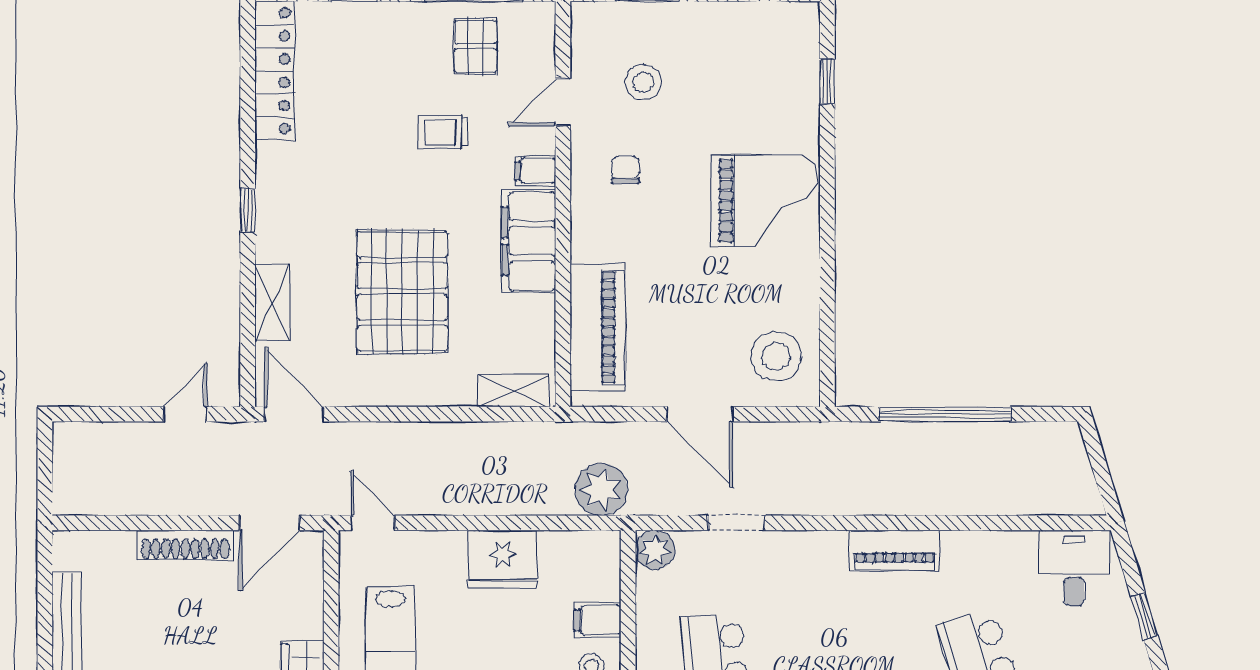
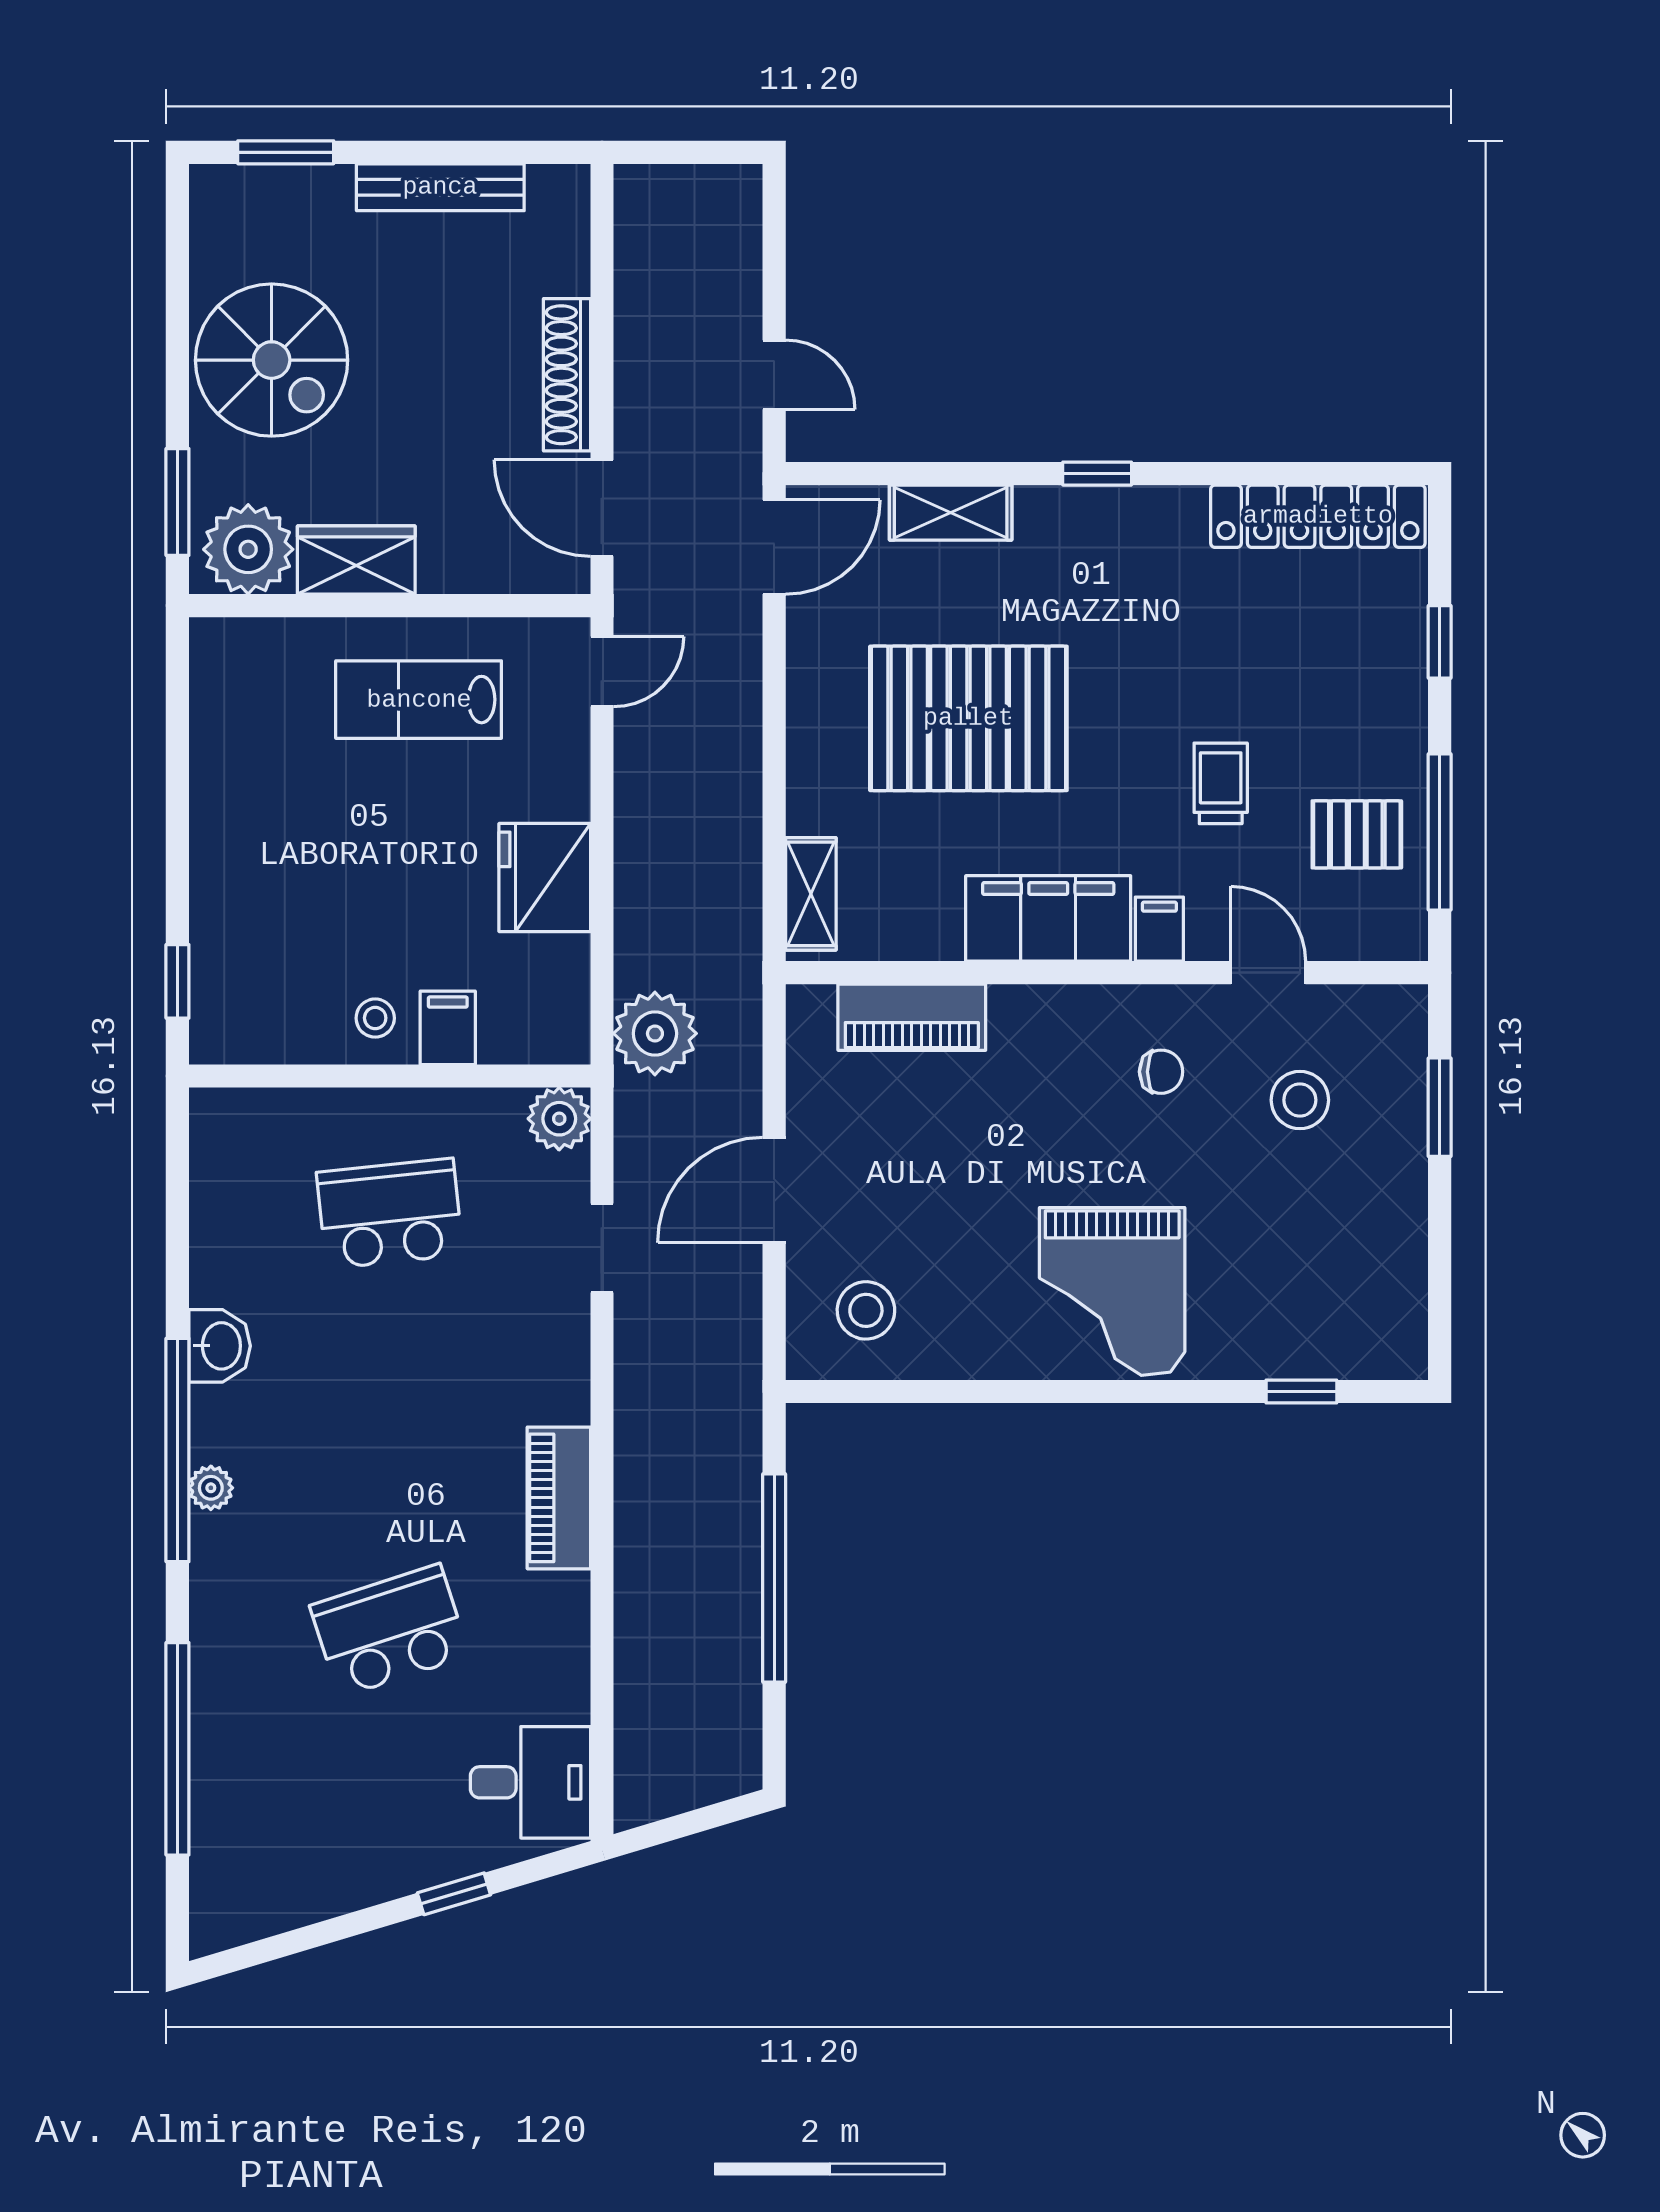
piano: (598, 327) -> (912, 1017), width x0.73, depth x0.75
stool: (776, 356) -> (866, 1310), width x0.73, depth x0.73

